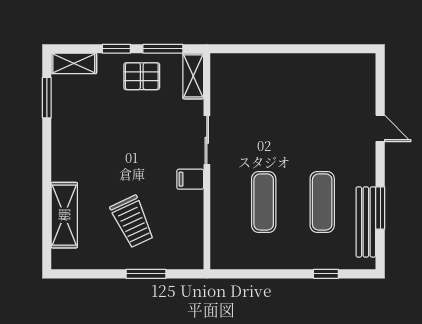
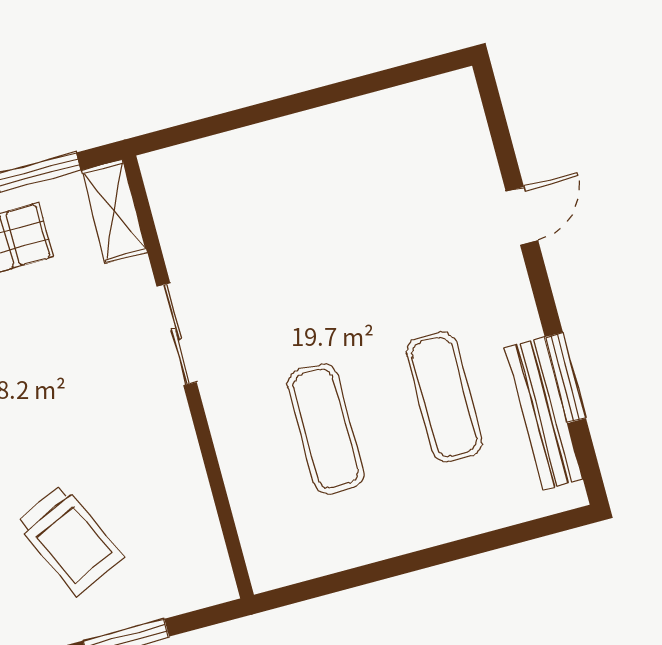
door: (380, 128) -> (522, 216), hinge flipped
filing cabinet: (190, 179) -> (164, 422), removed
window: (326, 274) -> (491, 541), removed

